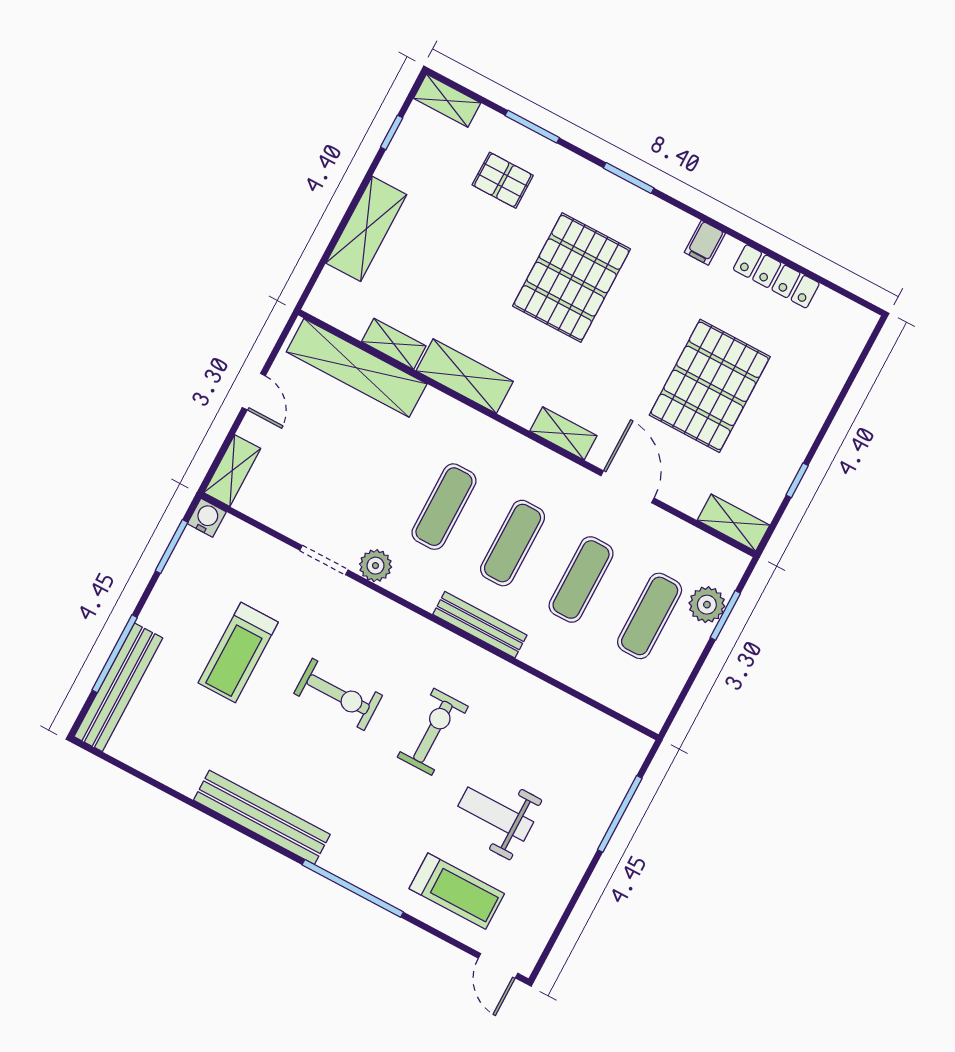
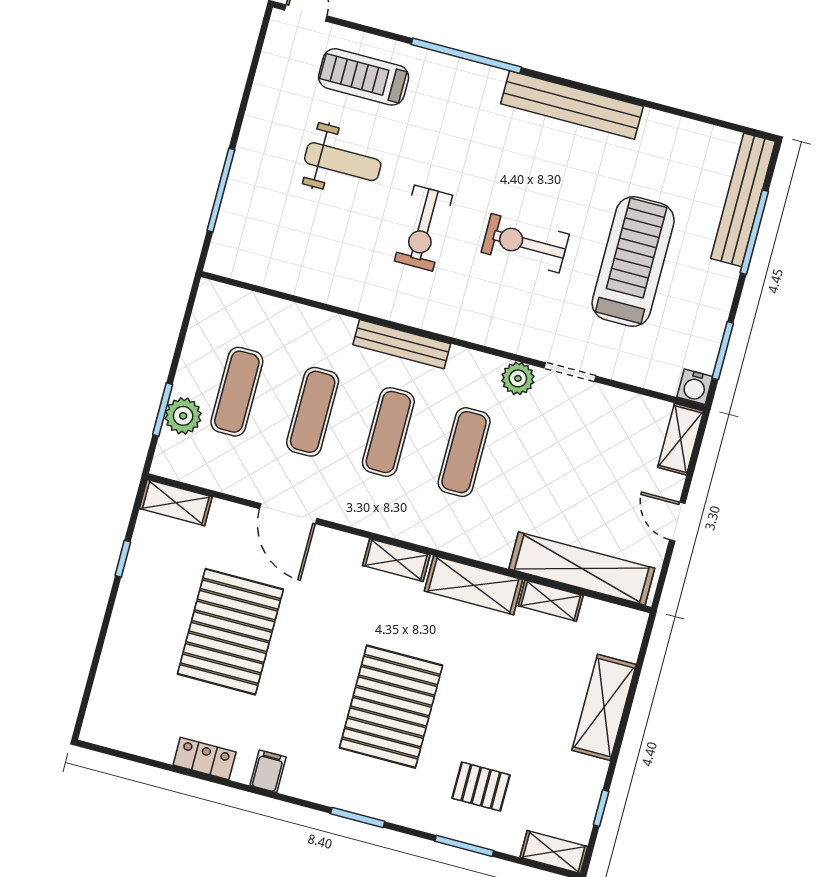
locker: (776, 276) -> (205, 758), width x0.66
shelving: (563, 433) -> (396, 560), moved
treadmill: (238, 653) -> (633, 261), width x1.37, depth x1.38

